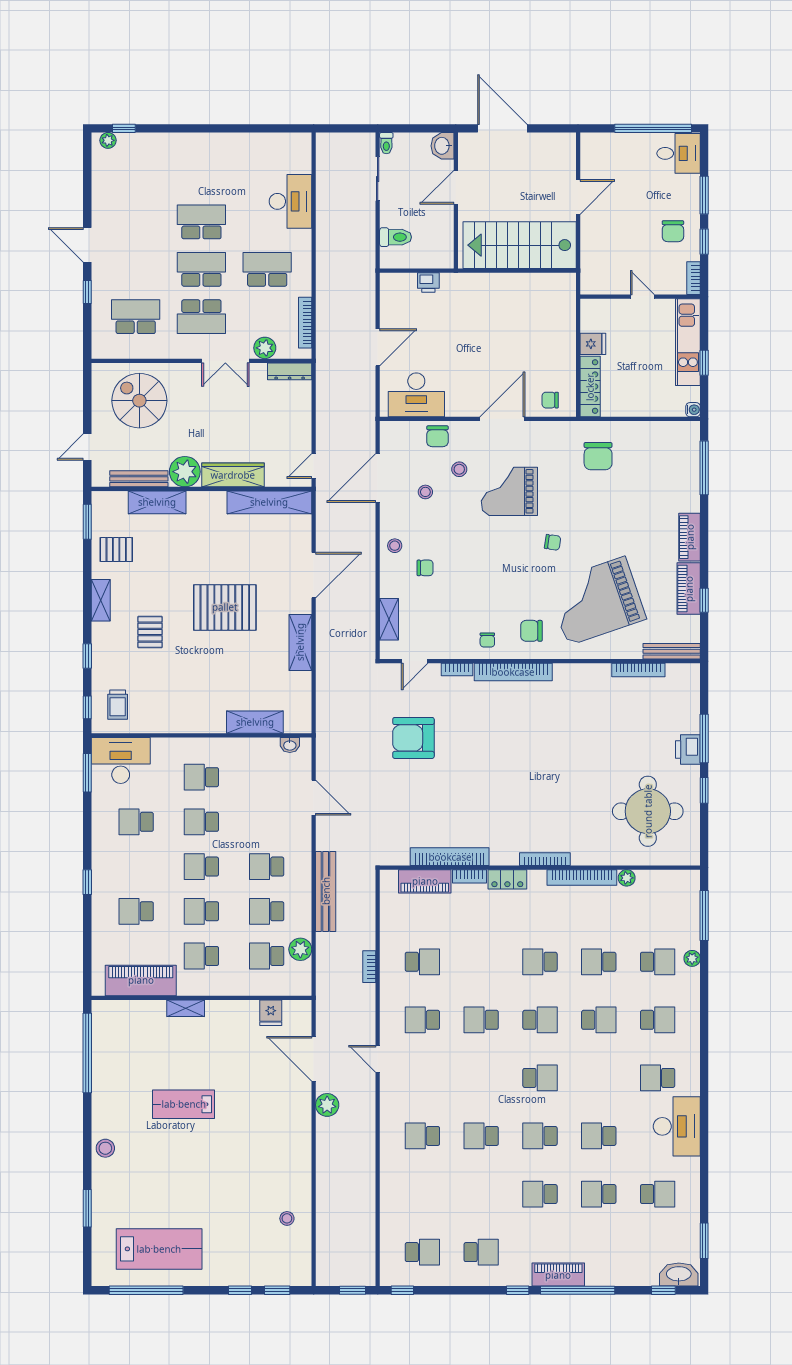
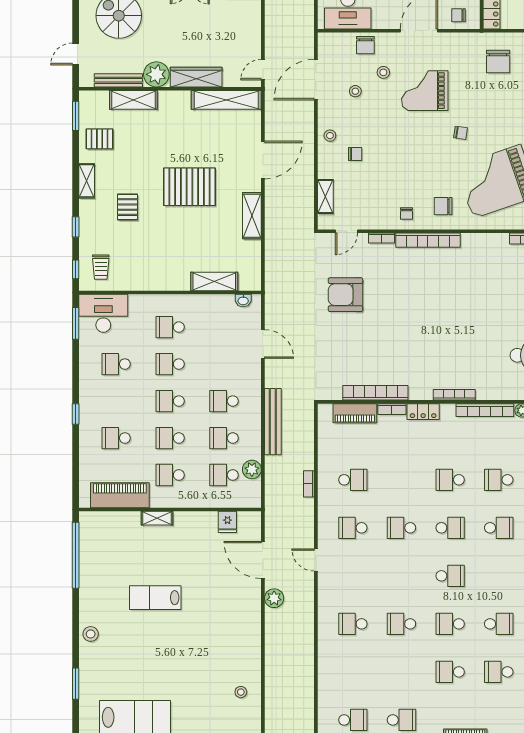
school desk: (599, 1136) -> (499, 624), turned 180

